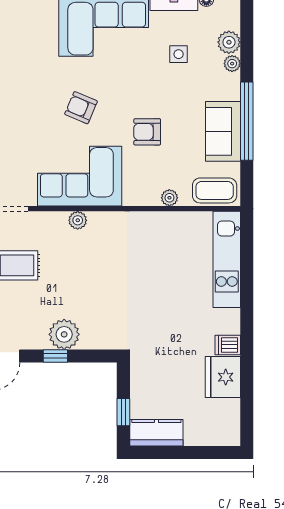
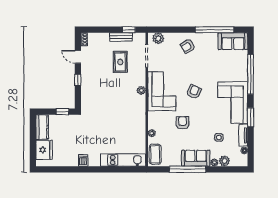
sofa: (223, 131) -> (196, 158), moved
plant: (64, 334) -> (88, 84), removed
fridge: (223, 377) -> (44, 150), moved, turned 90
window: (123, 412) -> (62, 112), moved

